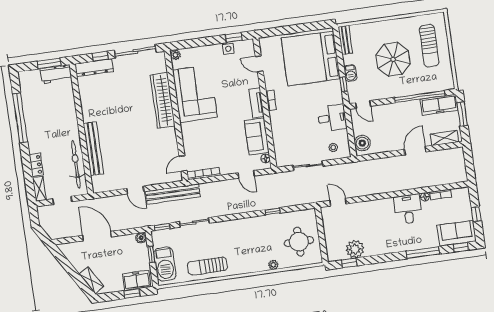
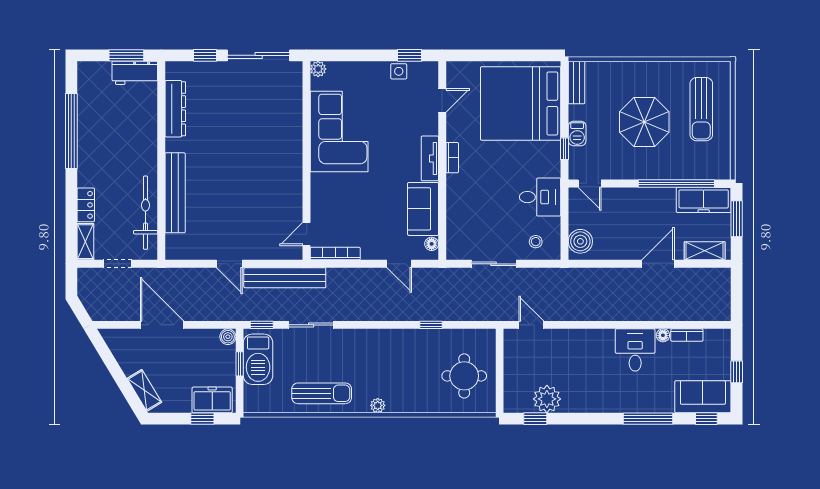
door: (259, 64) -> (442, 100), swing flipped
dresser: (94, 68) -> (175, 109), moved, turned -90
wardrobe: (163, 100) -> (289, 135), removed
barbecue: (165, 264) -> (258, 359), moved
plant: (273, 265) -> (378, 405), moved
sun lounger: (207, 266) -> (322, 393), turned 180

